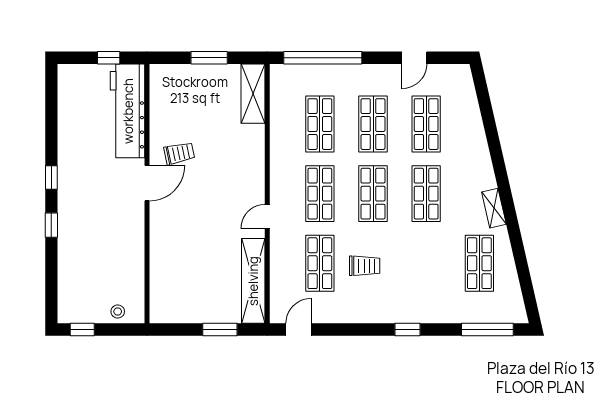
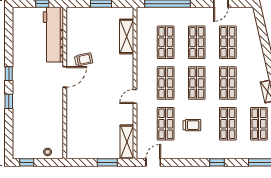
shelving: (253, 94) -> (127, 36), moved
shop shelf: (426, 263) -> (228, 124), added
shelving: (253, 281) -> (127, 142), width x0.68

